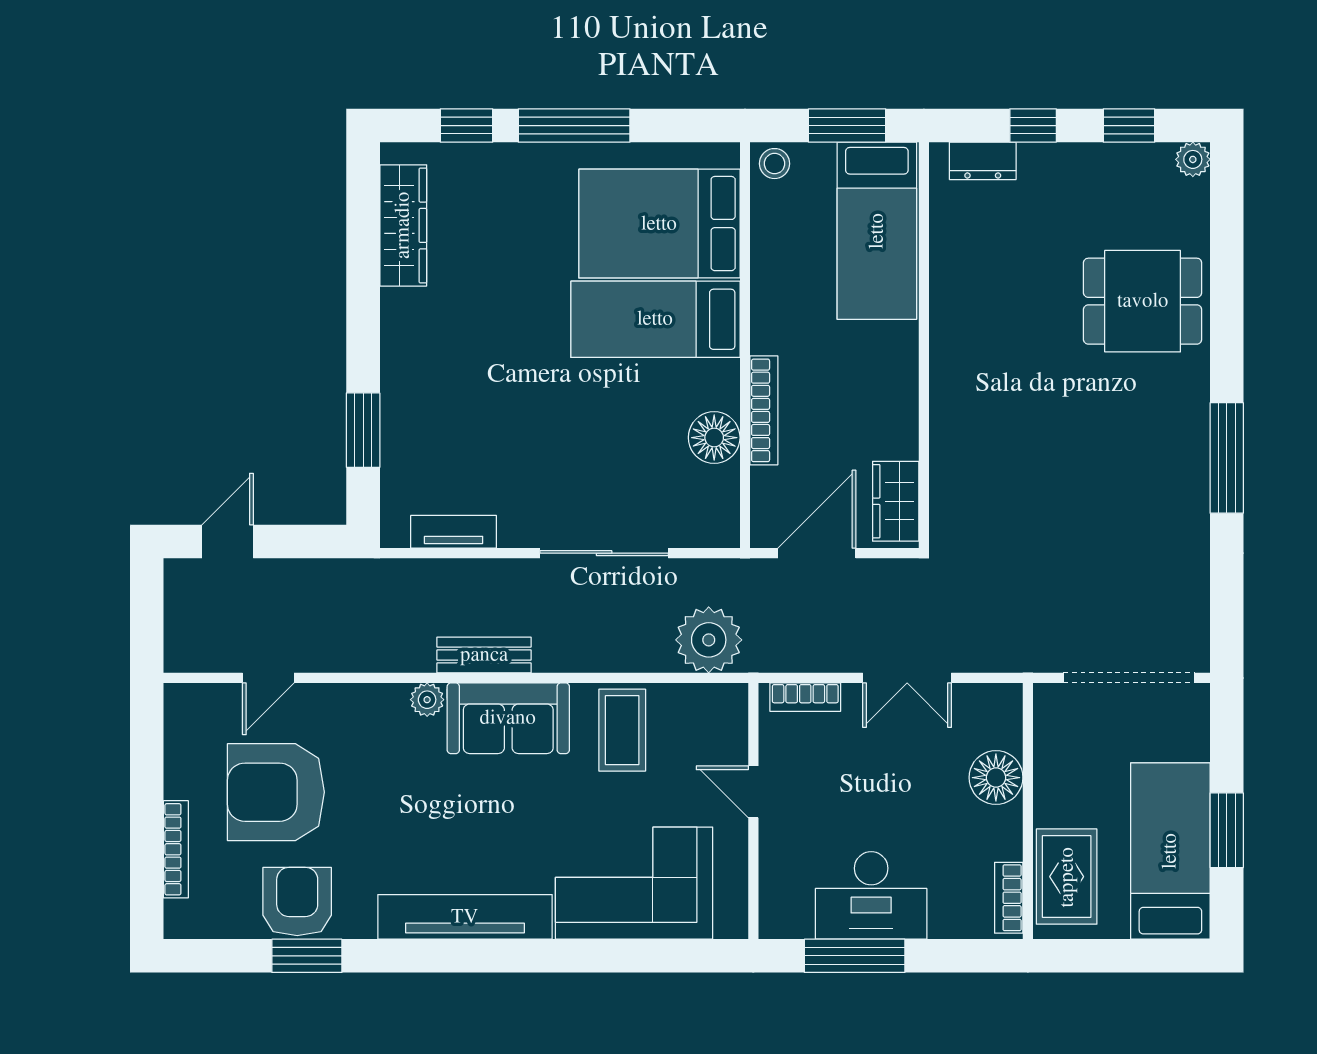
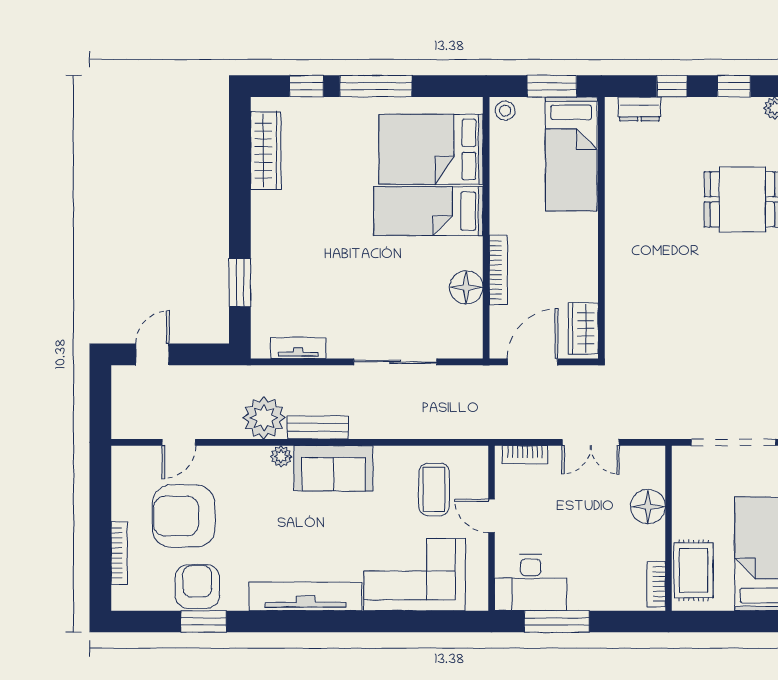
plant: (709, 640) -> (264, 418), moved
coffee table: (622, 730) -> (434, 489), moved
desk: (871, 895) -> (531, 583), moved

